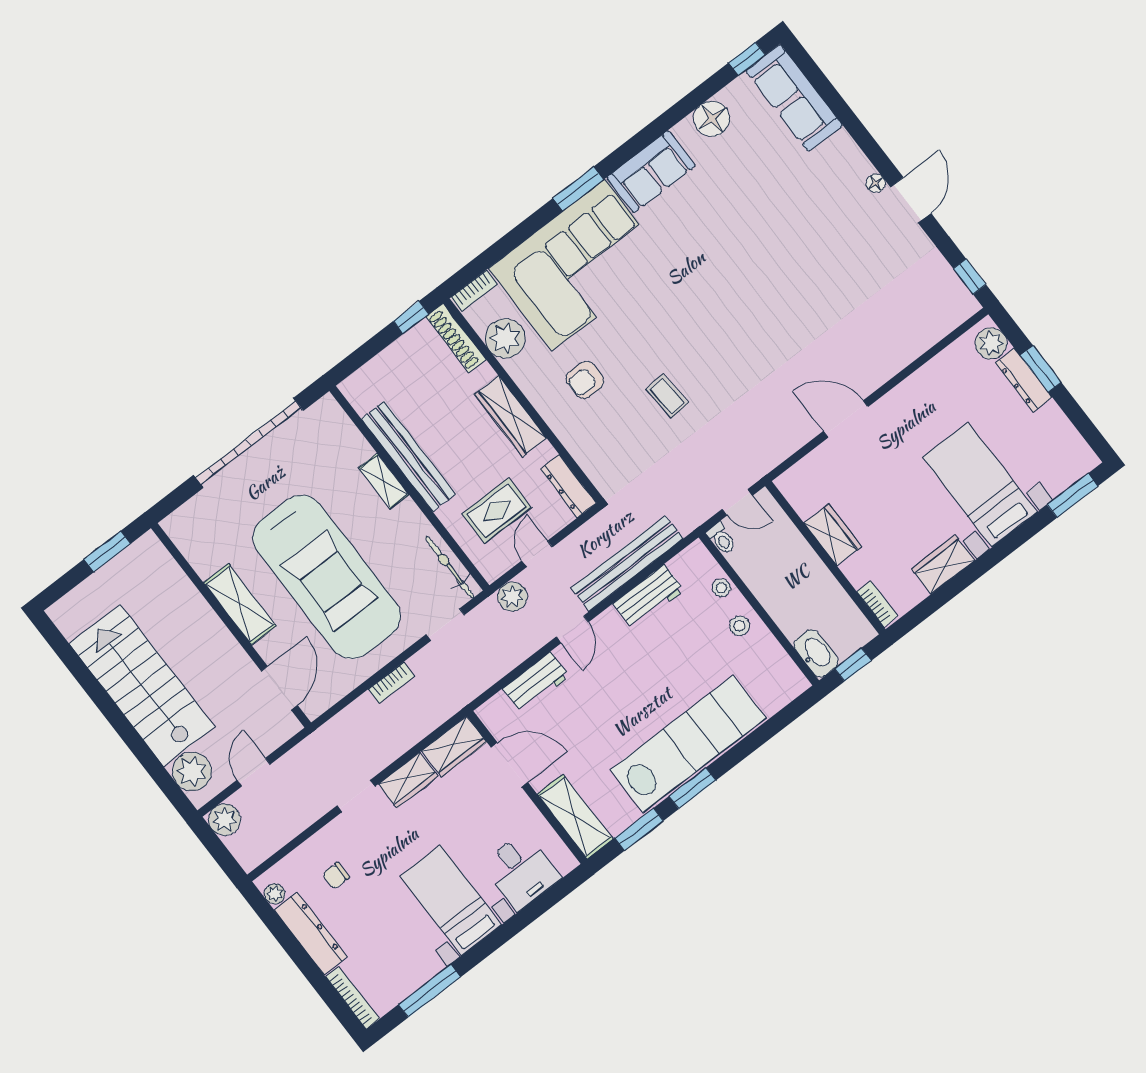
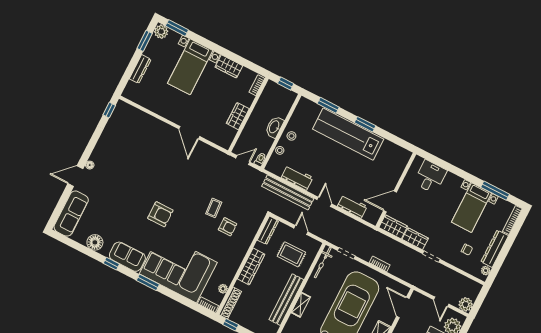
window: (747, 59) -> (111, 264), moved
door: (911, 200) -> (75, 176), moved
armchair: (706, 280) -> (160, 214), added
plant: (505, 338) -> (223, 289), width x0.53, depth x0.53
plant: (991, 343) -> (161, 32), moved
window: (1041, 369) -> (145, 41), moved
armchair: (585, 380) -> (228, 227), moved
door: (737, 502) -> (243, 160), hinge flipped
door: (537, 554) -> (301, 230), swing flipped
plant: (512, 597) -> (323, 232), removed
door: (572, 629) -> (324, 202), hinge flipped
washbasin: (816, 653) -> (274, 127), moved
door: (279, 688) -> (403, 307), hinge flipped
door: (509, 765) -> (390, 201), hinge flipped
door: (254, 772) -> (441, 302), hinge flipped
shelving: (575, 817) -> (398, 165), removed
window: (639, 829) -> (328, 105), moved
bed with nightstands: (451, 900) -> (471, 208), moved

